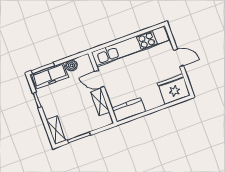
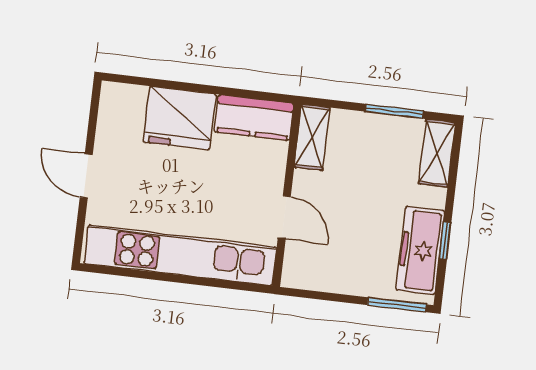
boiler: (71, 65) -> (331, 279), removed
freezer: (50, 76) -> (420, 250), moved, turned -90
fridge: (174, 89) -> (180, 118), moved
shelving: (100, 102) -> (312, 137), moved

